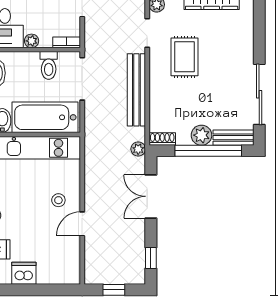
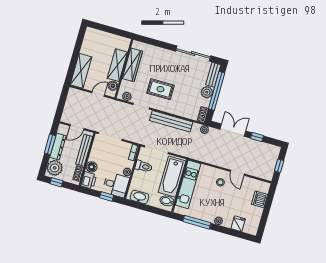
double door: (151, 196) -> (233, 130), swing flipped
window: (151, 258) -> (257, 137), moved
dishwasher: (24, 273) -> (260, 199), moved

